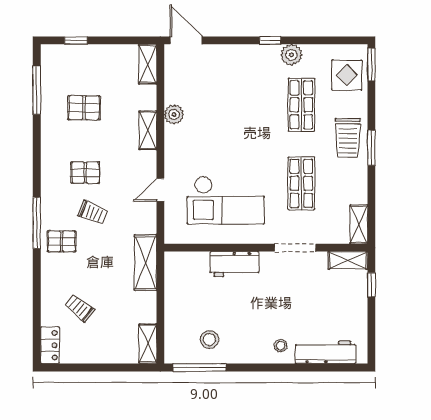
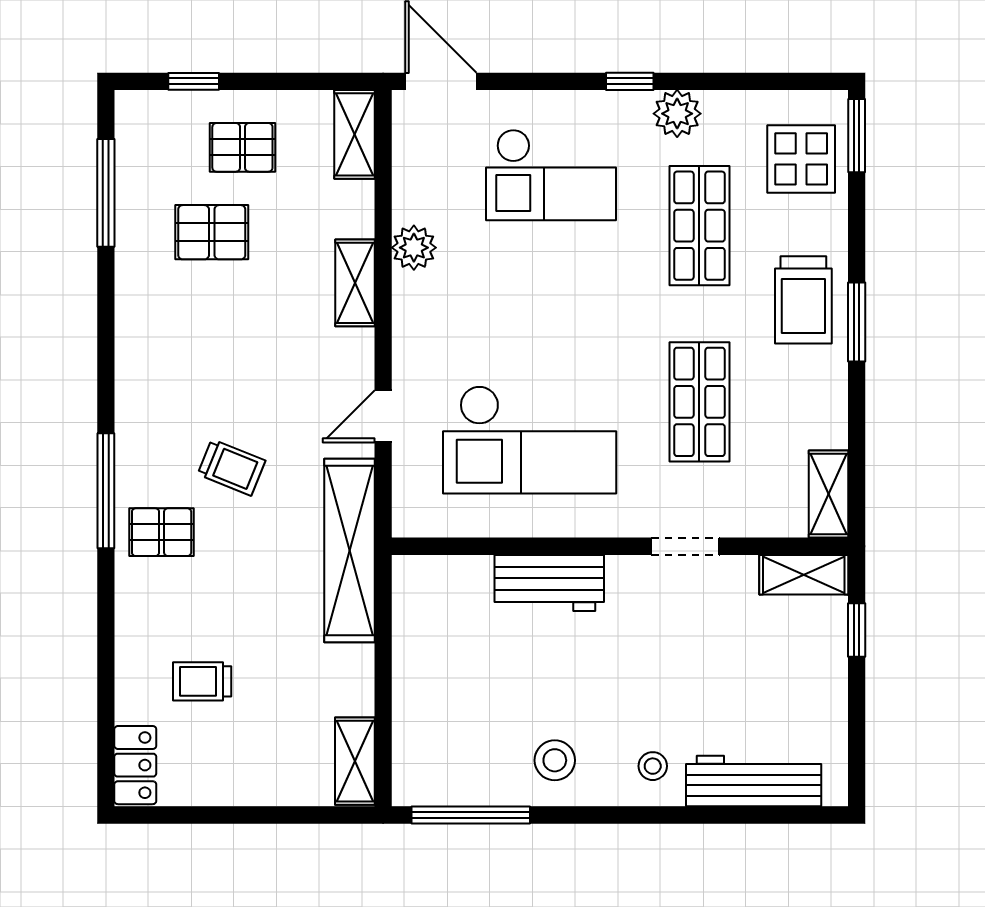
checkout: (235, 82) -> (551, 175), added
pallet: (85, 173) -> (242, 147), moved
doorway: (295, 248) -> (685, 546), width x0.73
shelving: (145, 263) -> (350, 550), width x1.47
trolley: (80, 308) -> (202, 681), turned -39
stool: (209, 340) -> (555, 760), moved

